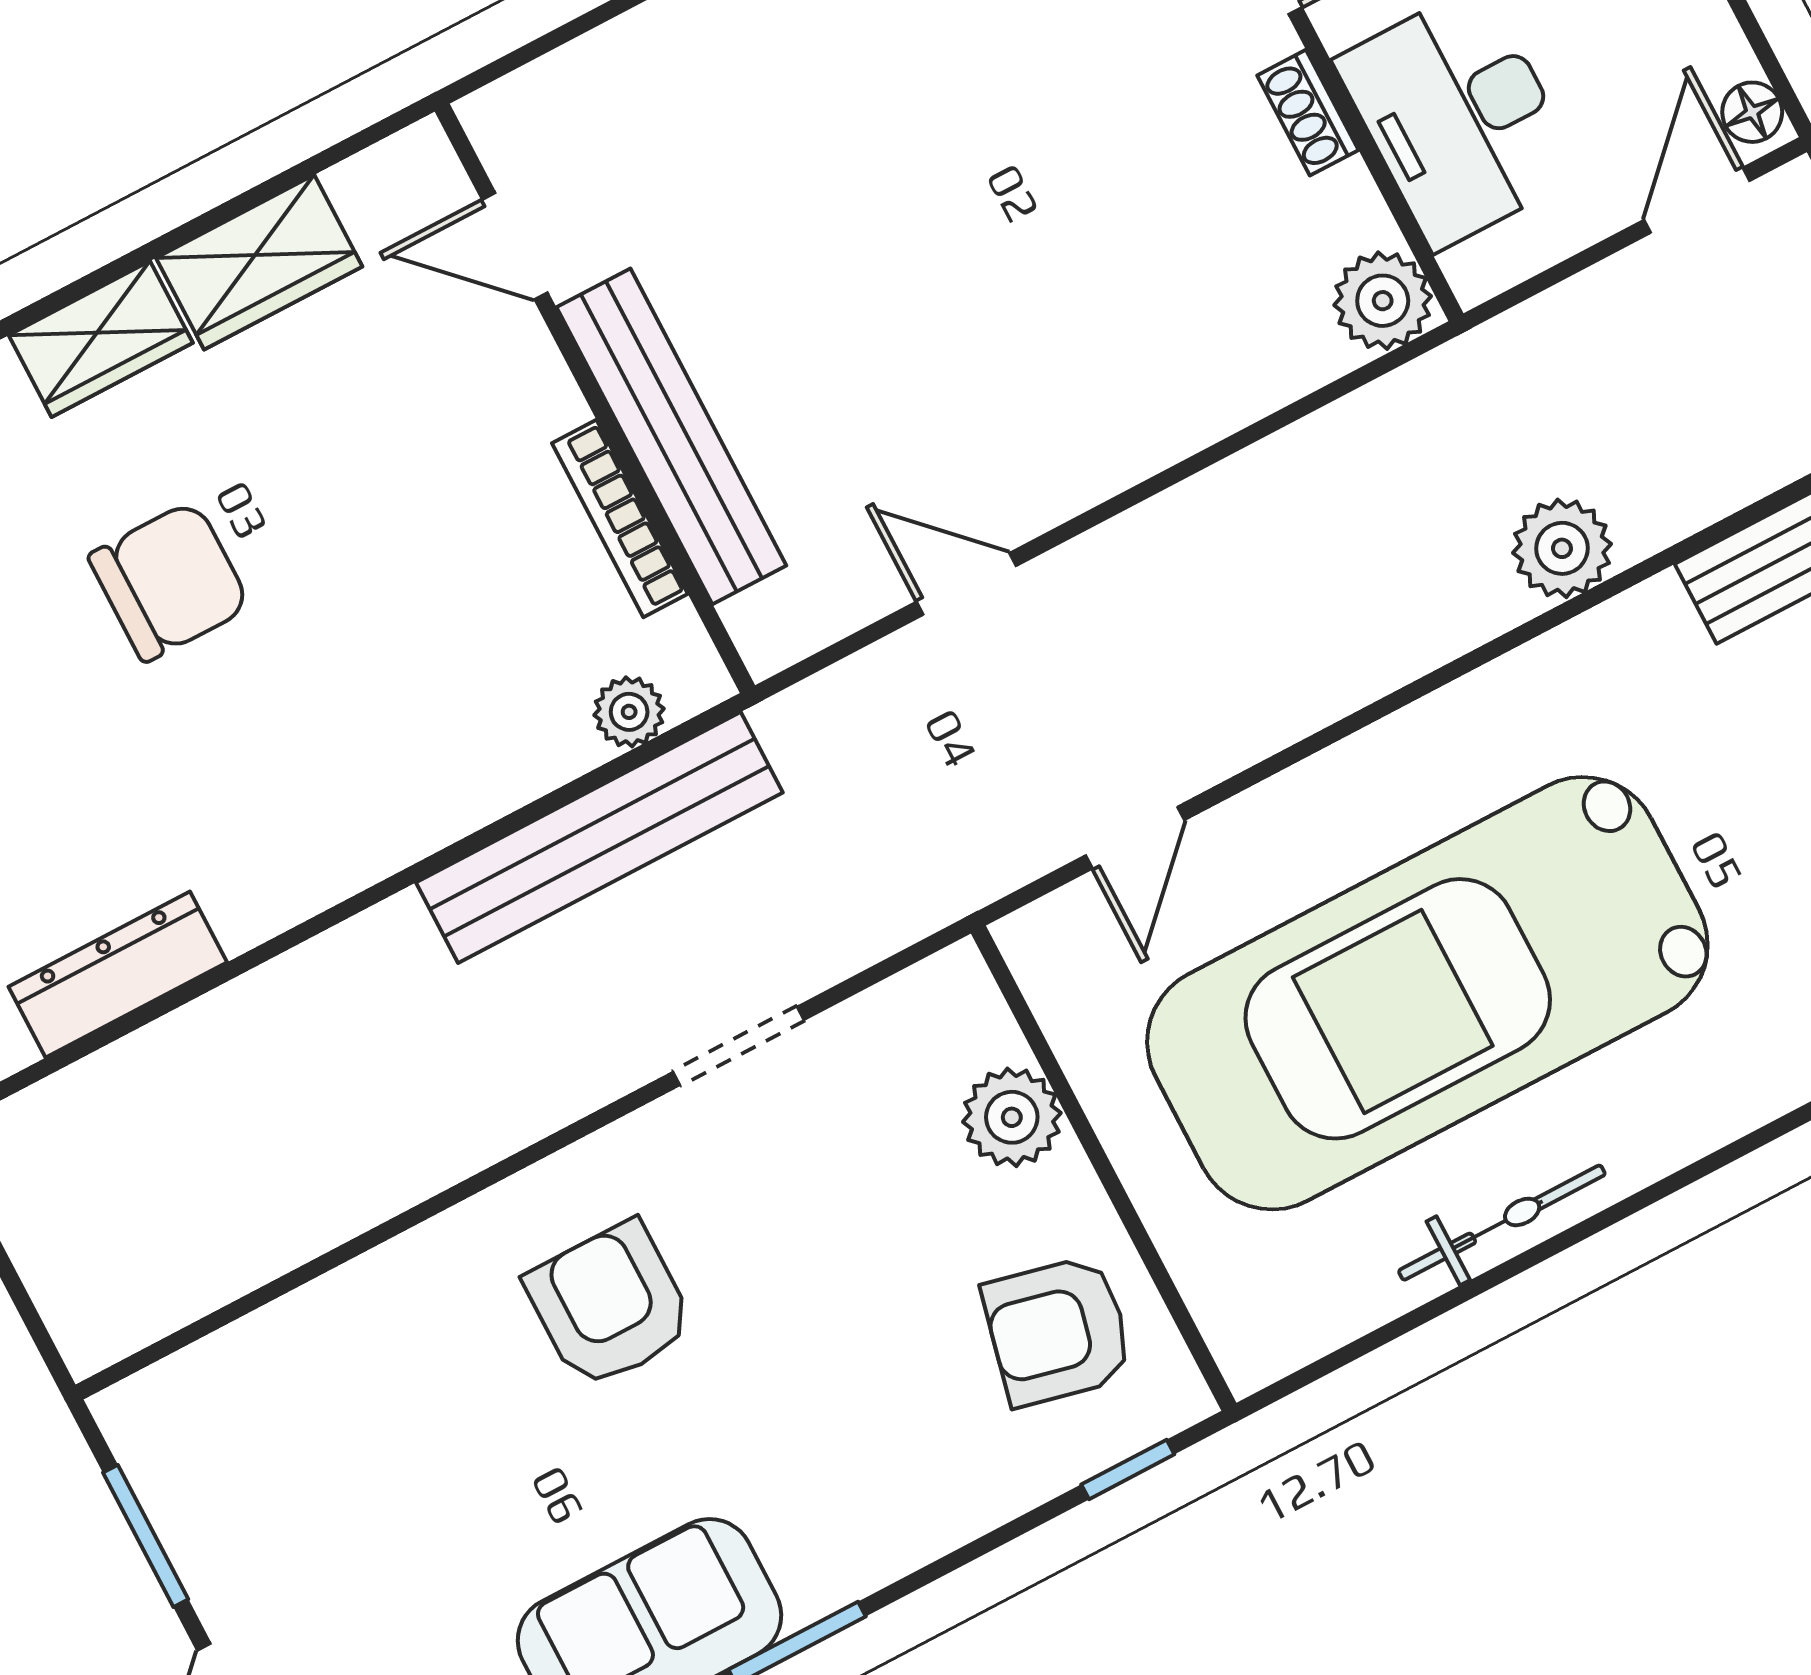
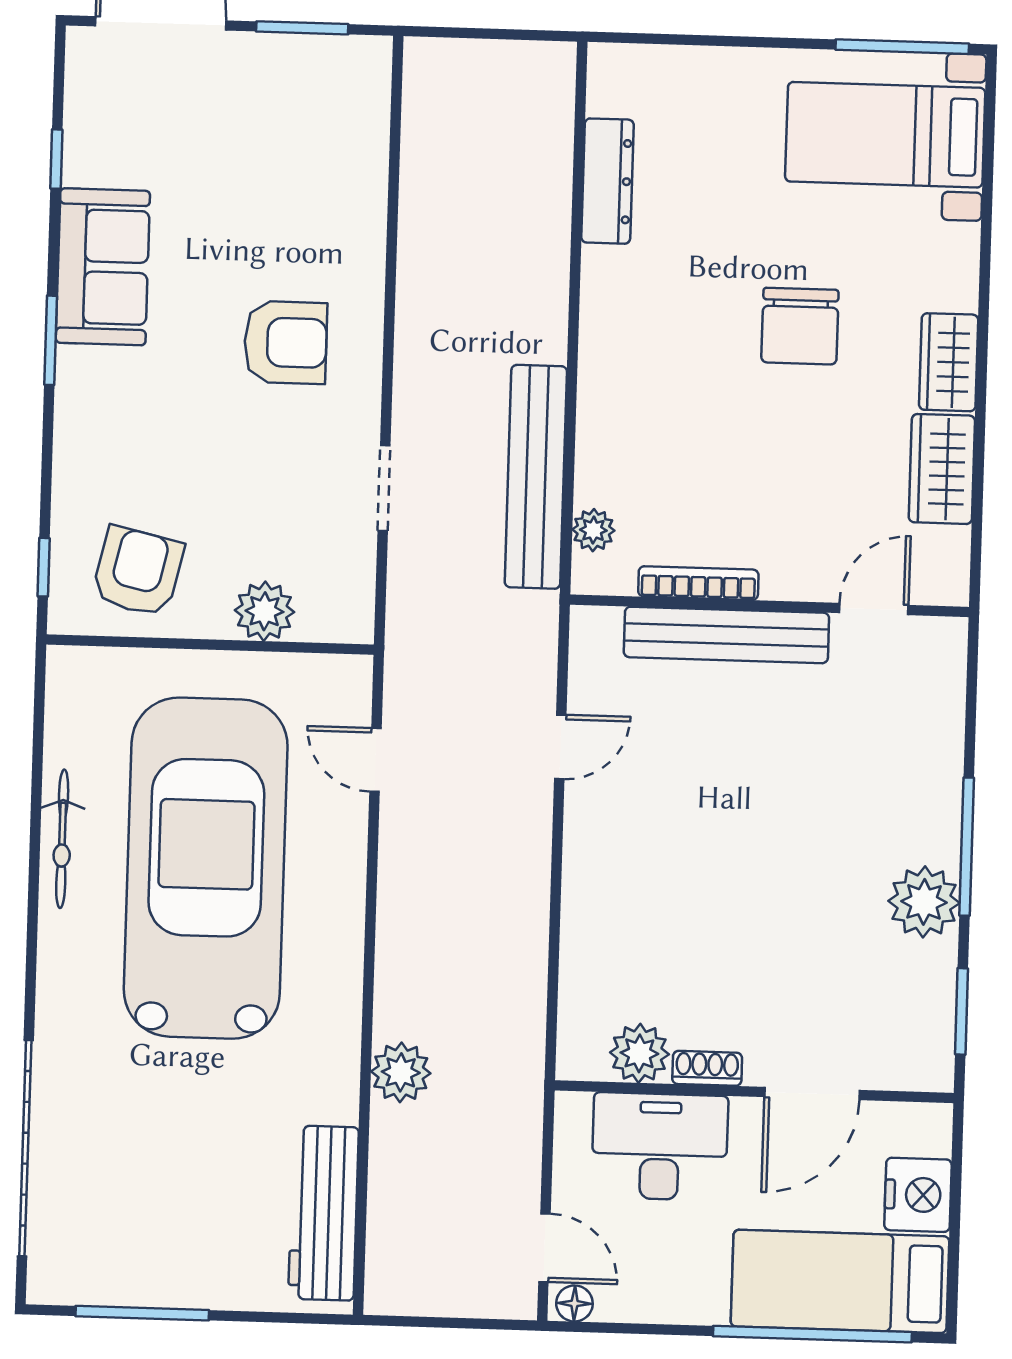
plant: (1383, 301) -> (639, 1053), moved

